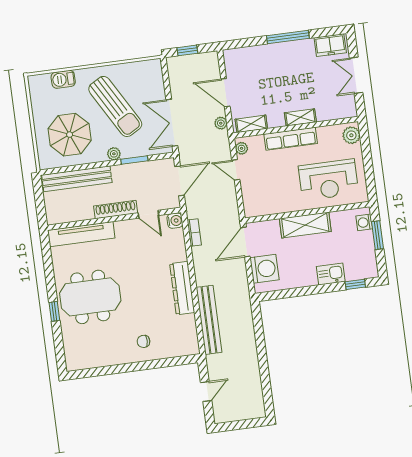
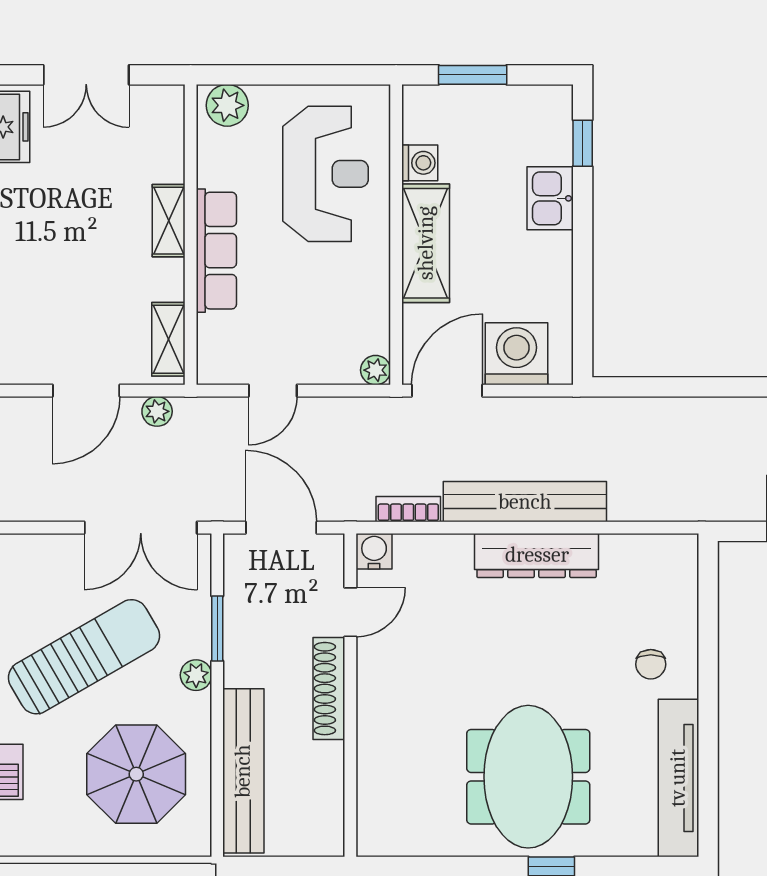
plant: (242, 148) -> (376, 370), moved
washing machine: (364, 222) -> (420, 163), moved, turned -90
tv unit: (81, 234) -> (678, 778), moved, turned 180
door: (245, 242) -> (447, 391), swing flipped
bench: (209, 320) -> (525, 502), moved

